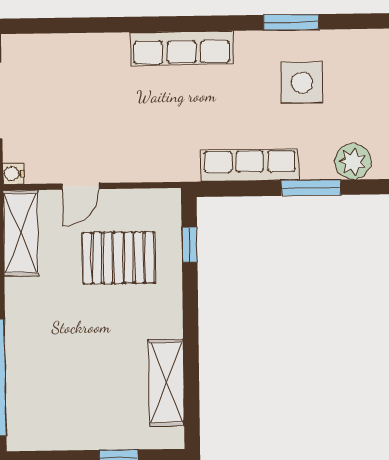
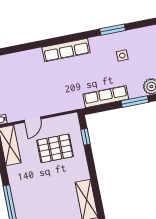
side table: (302, 82) -> (122, 56), width x0.54, depth x0.54

